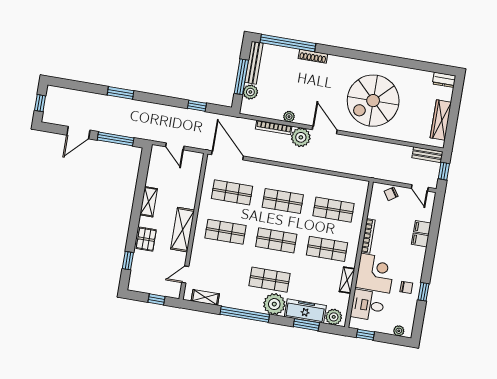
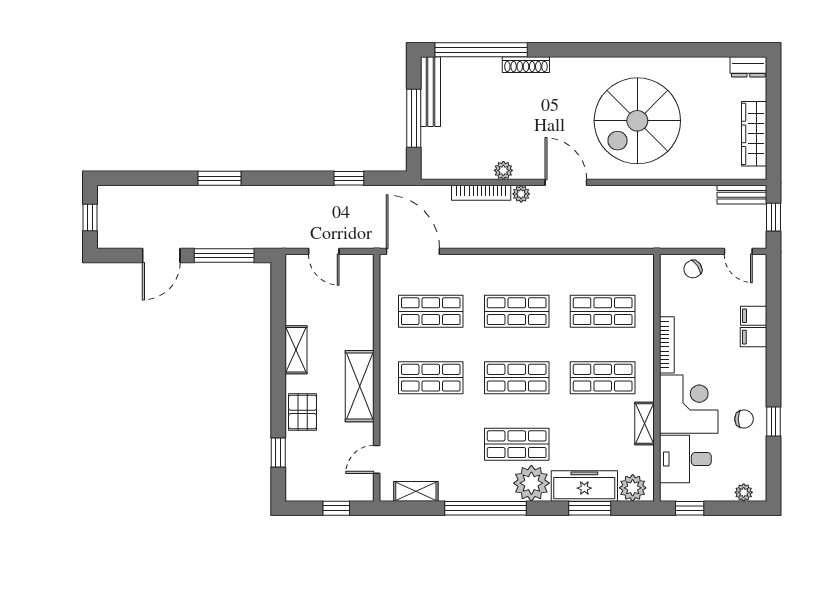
plant: (250, 92) -> (433, 141), removed
plant: (301, 137) -> (521, 194), width x0.53, depth x0.53

